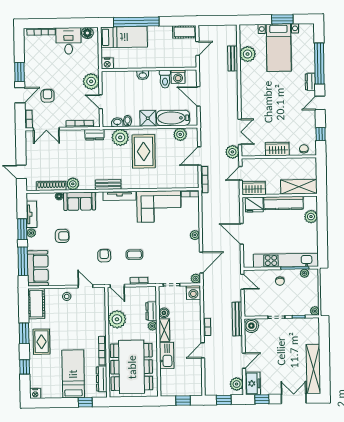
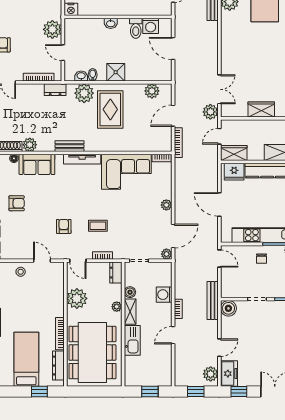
bathtub: (173, 118) -> (144, 72), removed
washing machine: (193, 293) -> (164, 295), moved, turned 90
dresser: (151, 311) -> (116, 273), moved

